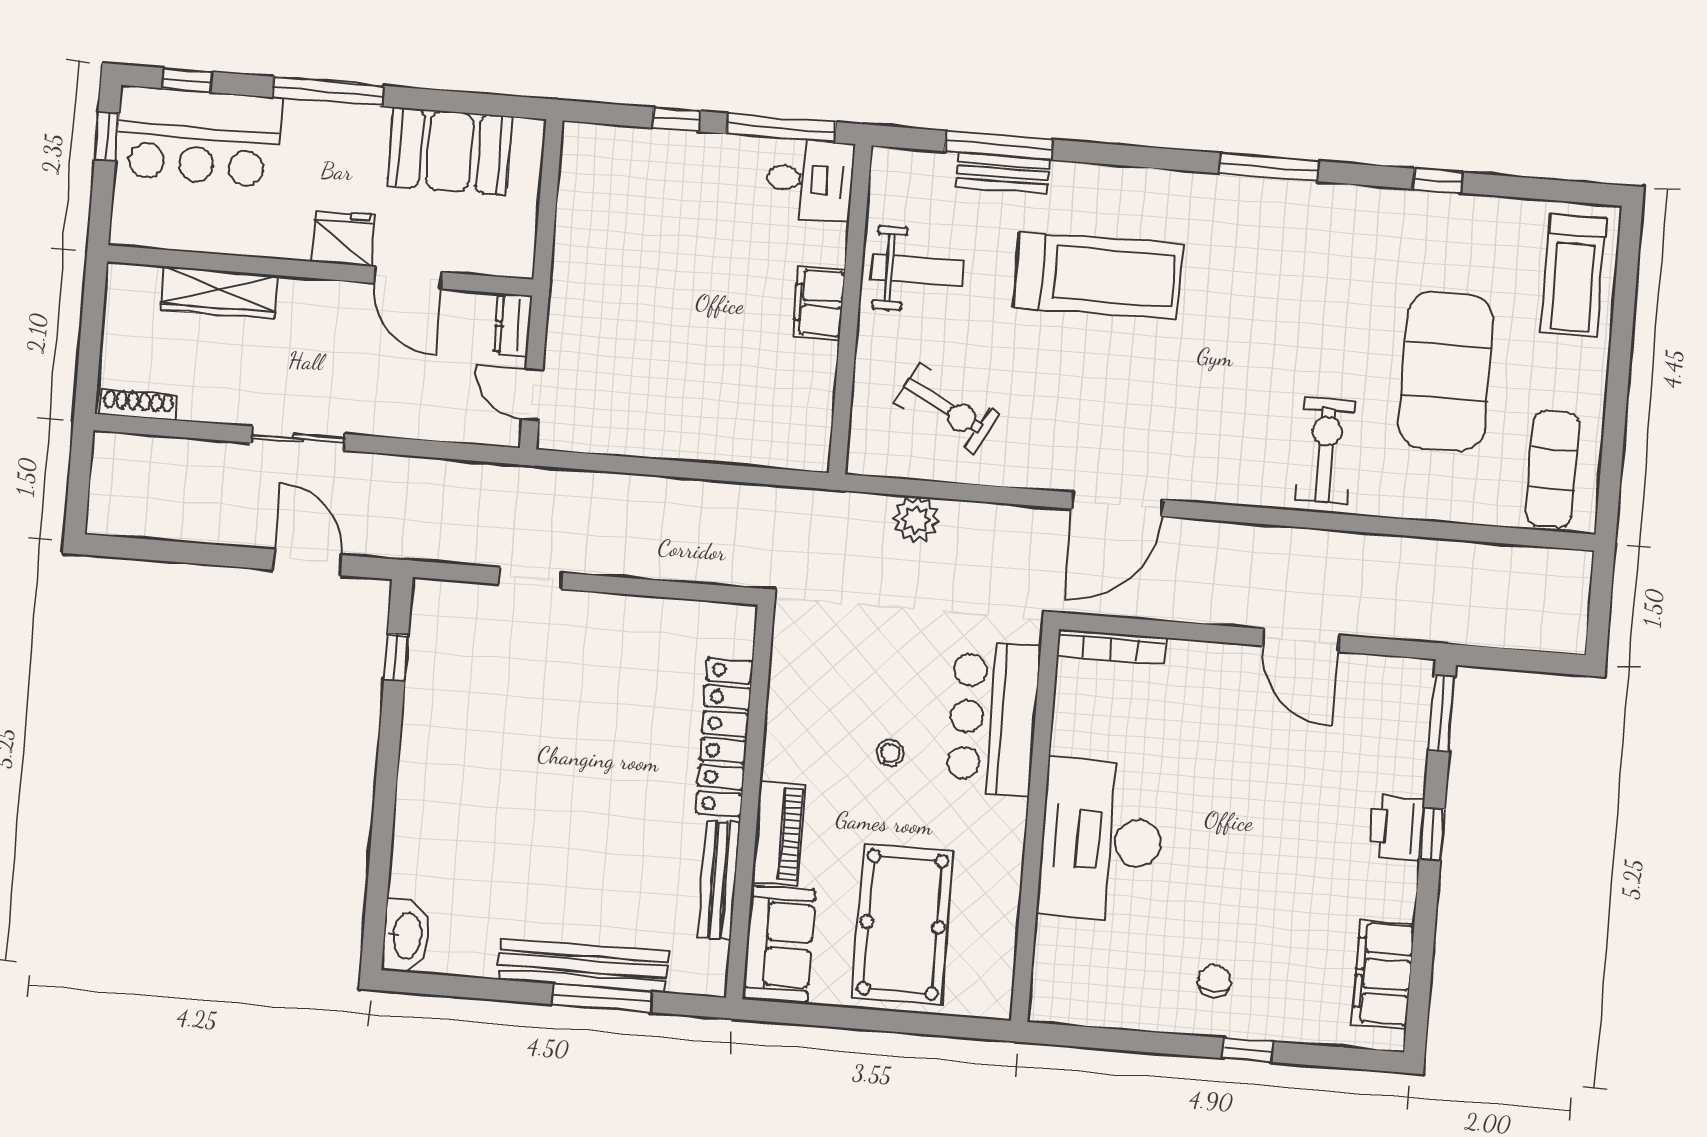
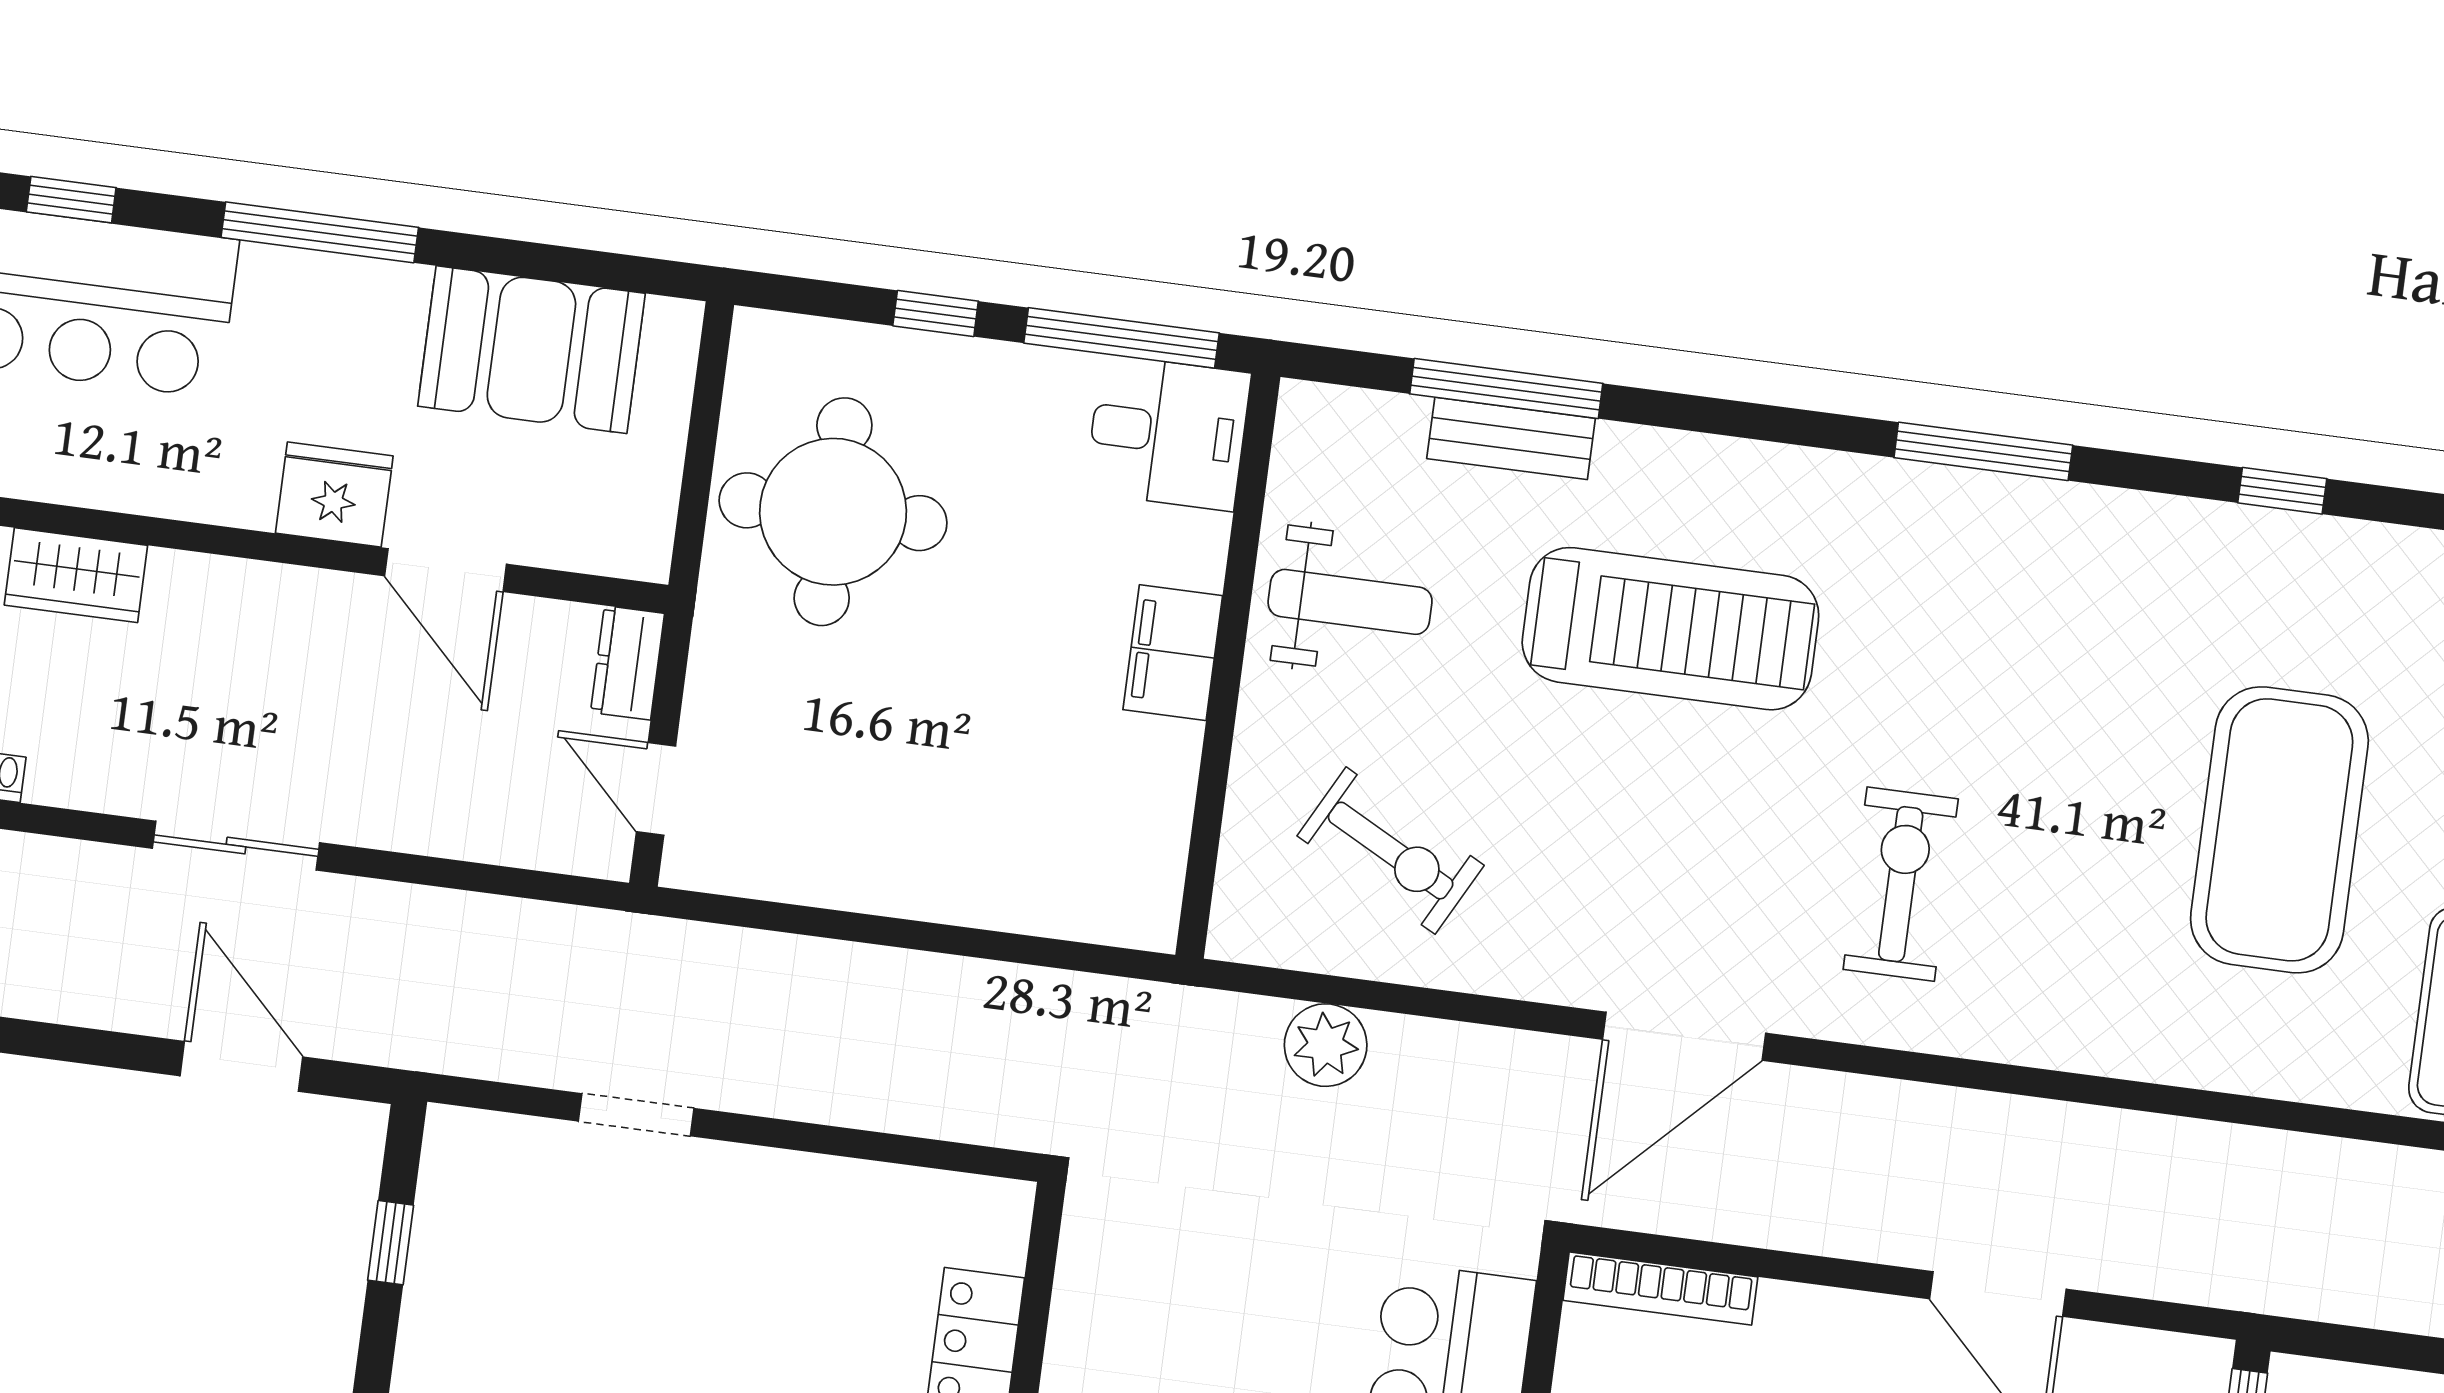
round table: (624, 234) -> (833, 512), added
wardrobe: (219, 293) -> (76, 575), width x0.67
exercise bike: (1326, 450) -> (1901, 884), moved

